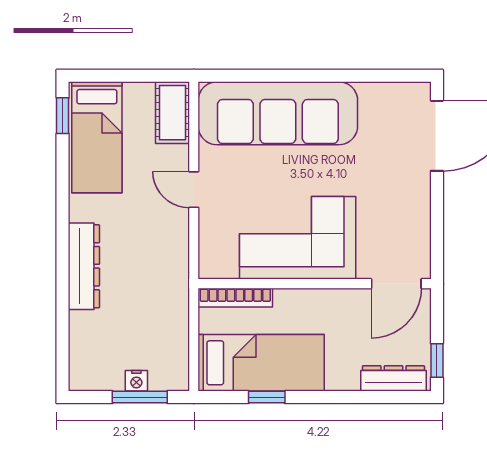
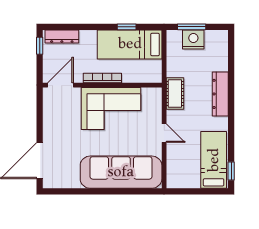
cot: (172, 113) -> (175, 93), moved
bookcase: (235, 298) -> (102, 78), moved
nightstand: (136, 381) -> (193, 40), width x1.89, depth x1.79

